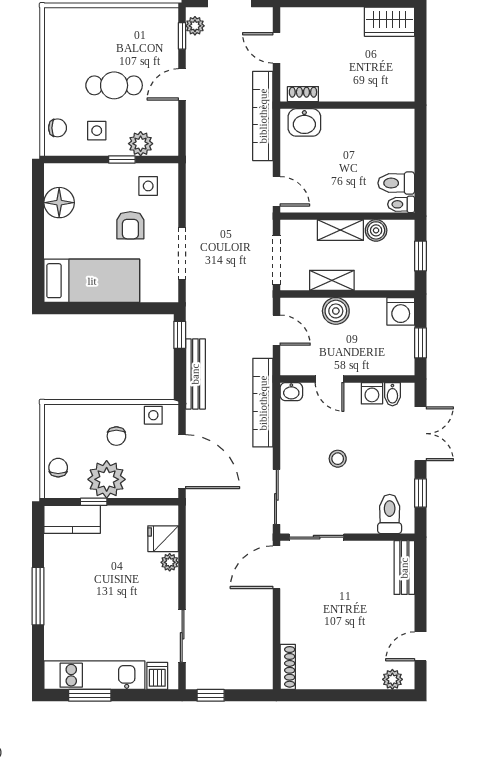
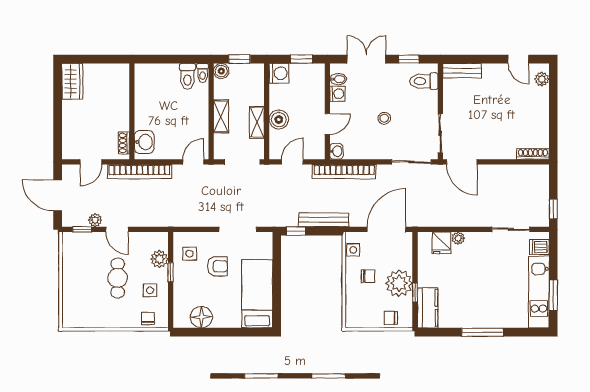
plant: (195, 26) -> (95, 220), moved
boiler: (376, 230) -> (221, 71), moved

